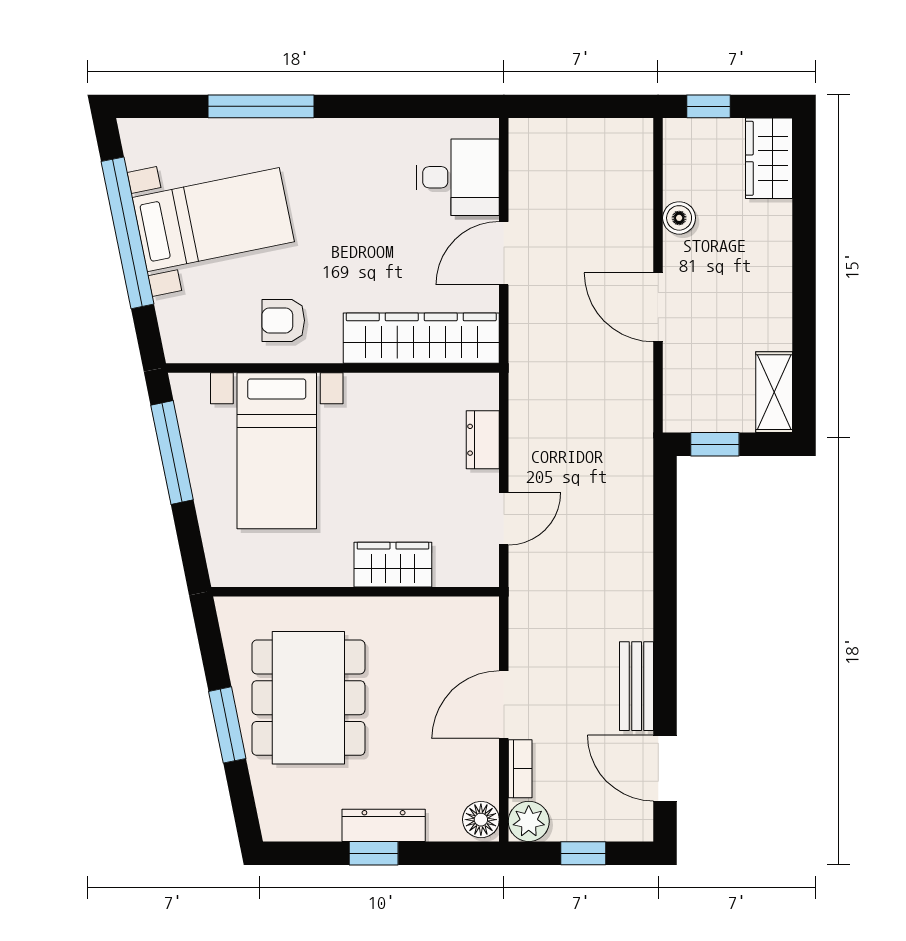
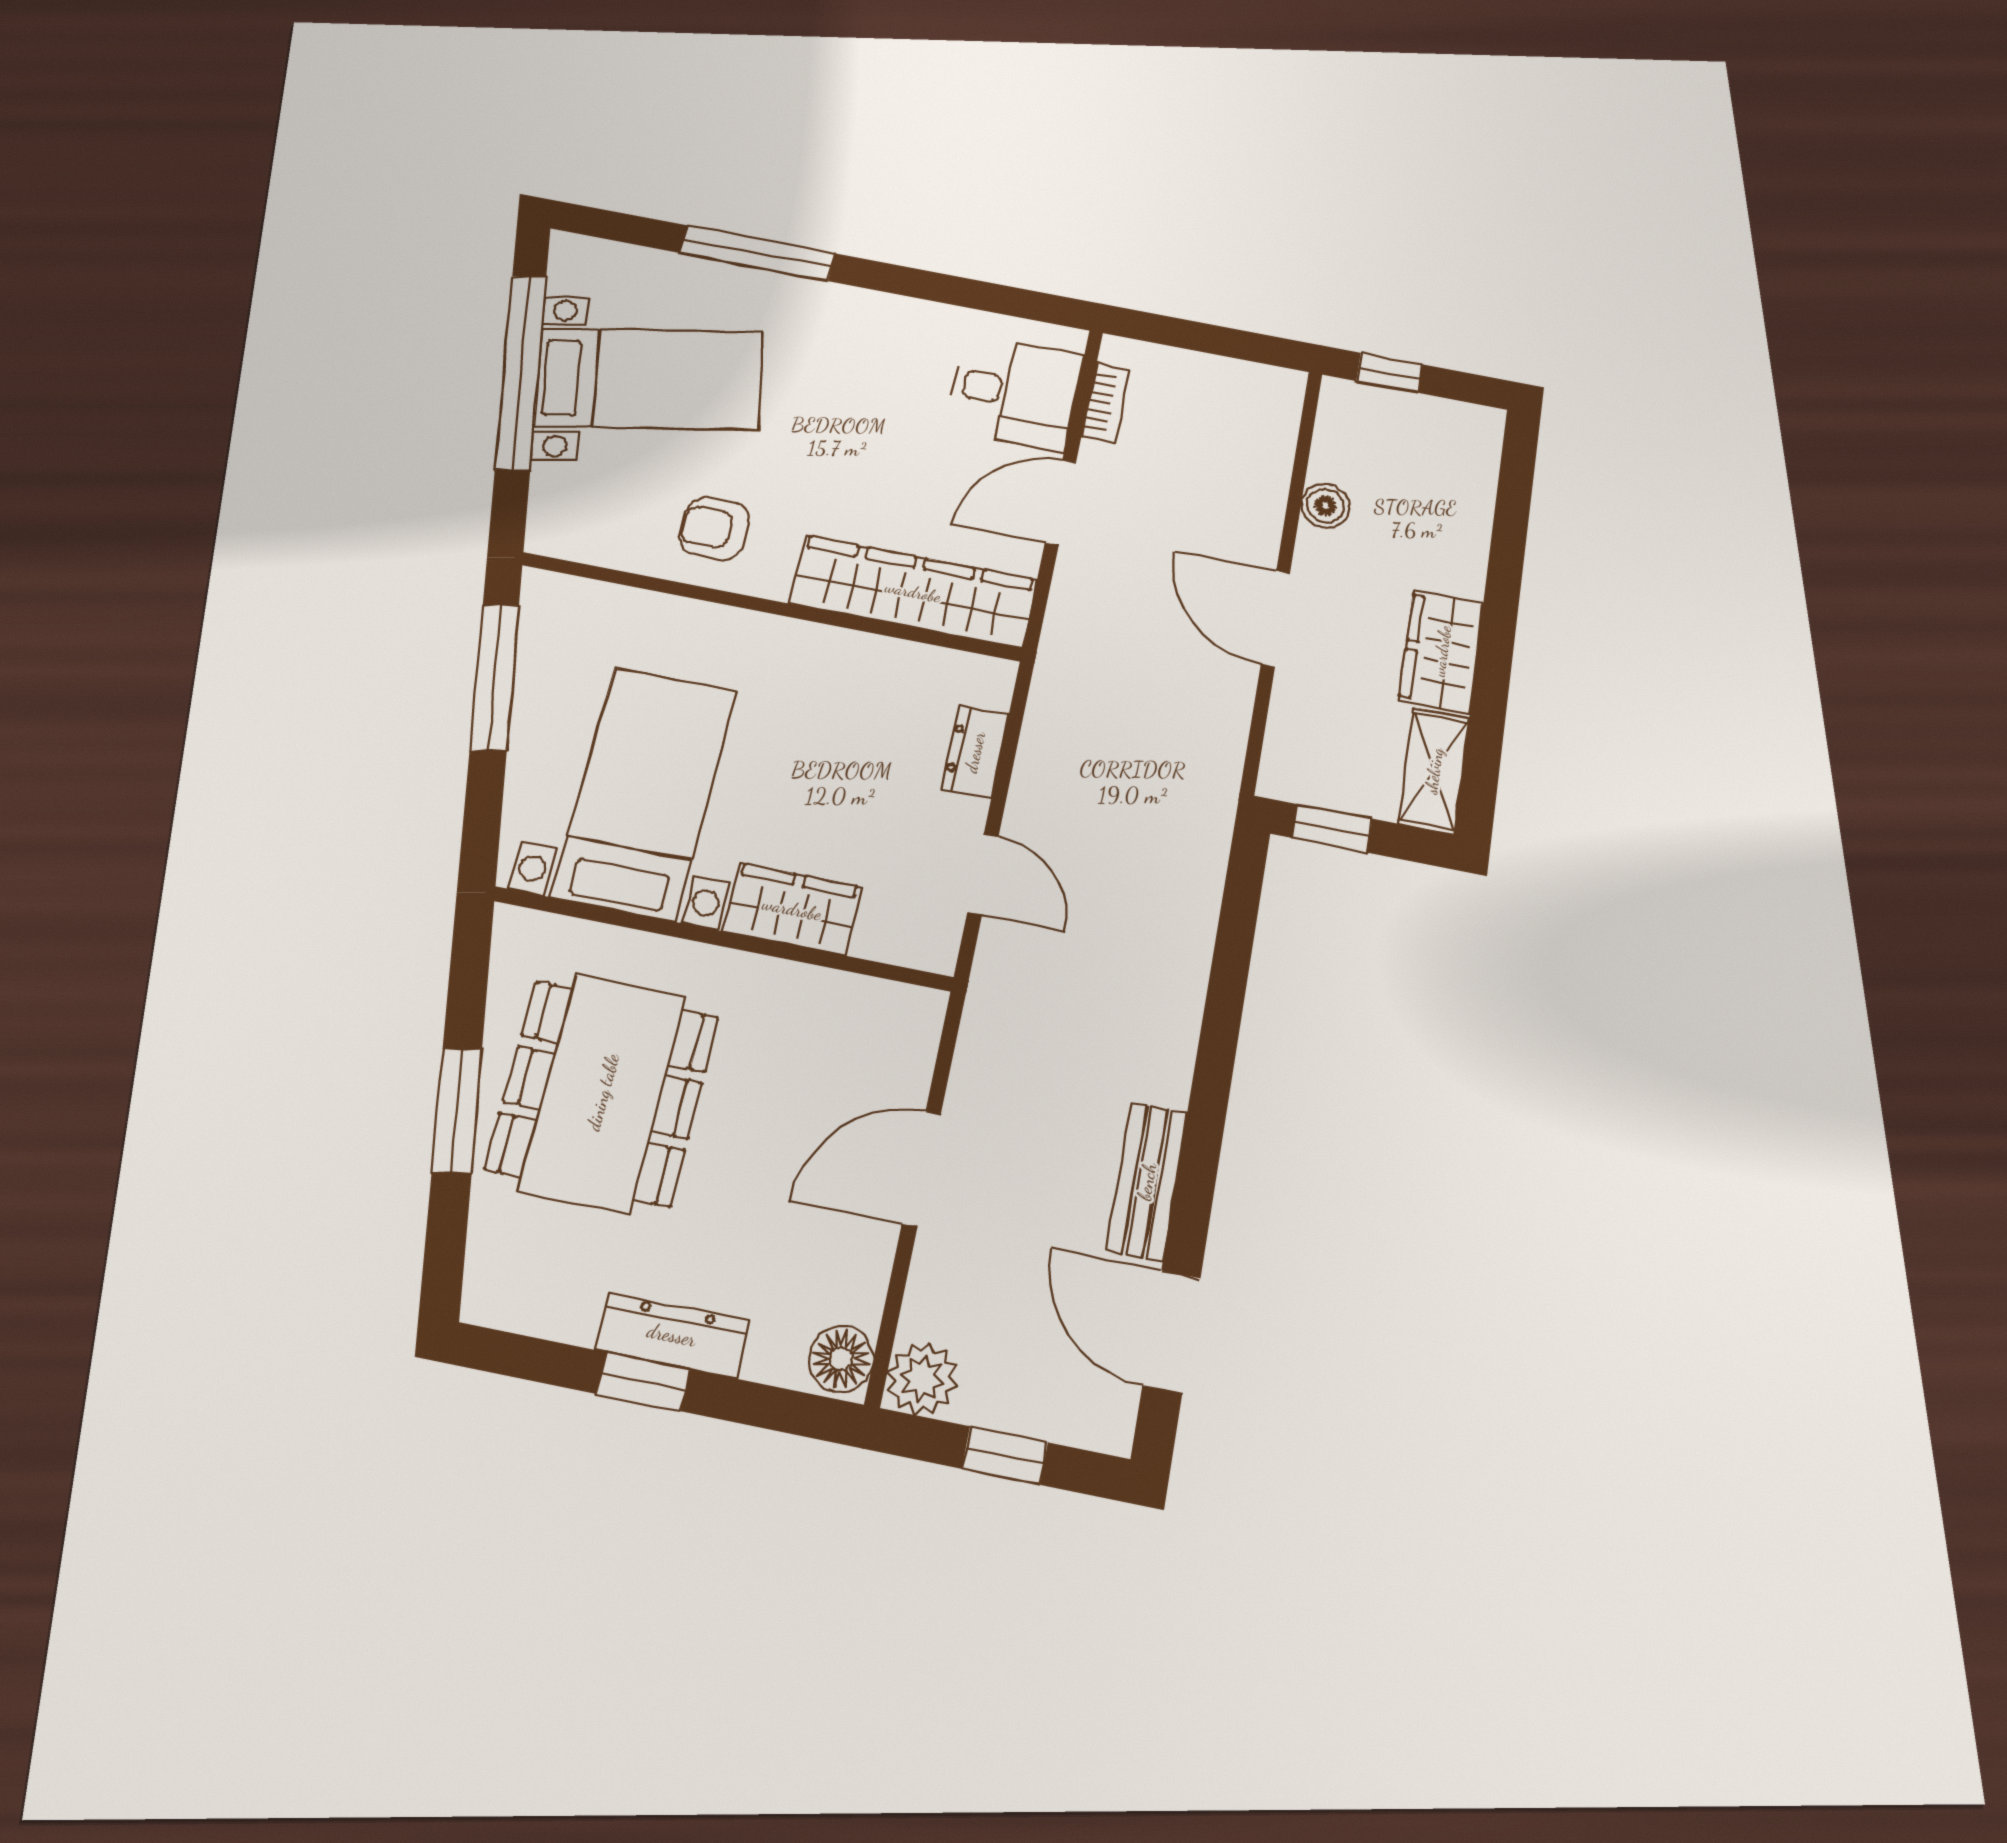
wardrobe: (769, 158) -> (1442, 651), moved
bed with nightstands: (277, 451) -> (645, 792), moved, turned 180
door: (504, 519) -> (983, 874), hinge flipped
bookcase: (520, 769) -> (1106, 403), moved

